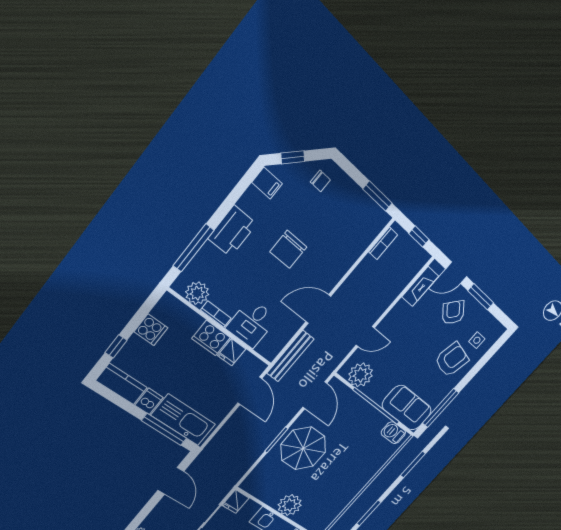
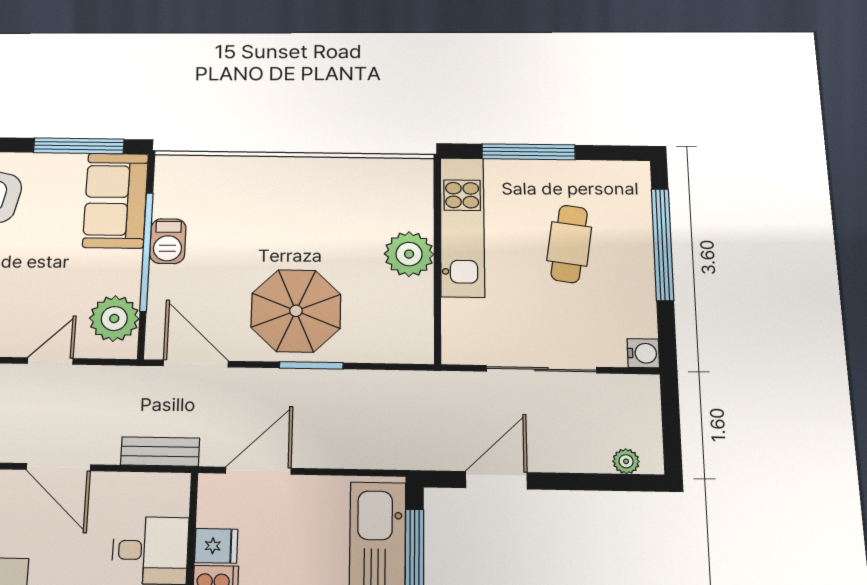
door: (365, 337) -> (50, 361), hinge flipped
bench: (290, 356) -> (160, 452), width x0.73
door: (315, 395) -> (196, 364), hinge flipped
barbecue: (393, 433) -> (168, 241), moved
fridge: (236, 502) -> (463, 348), removed

